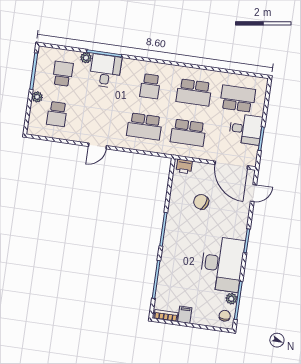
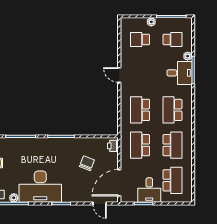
school desk: (150, 86) -> (172, 110), width x1.85
school desk: (194, 92) -> (172, 145), turned 180

